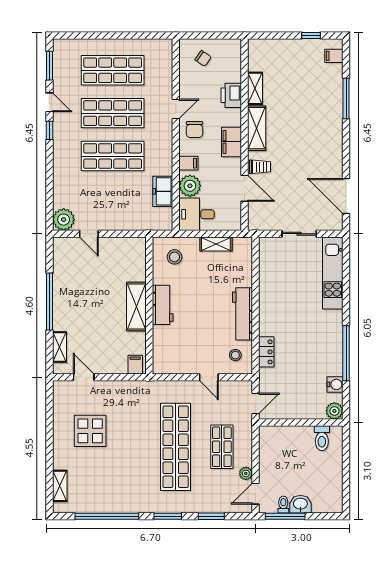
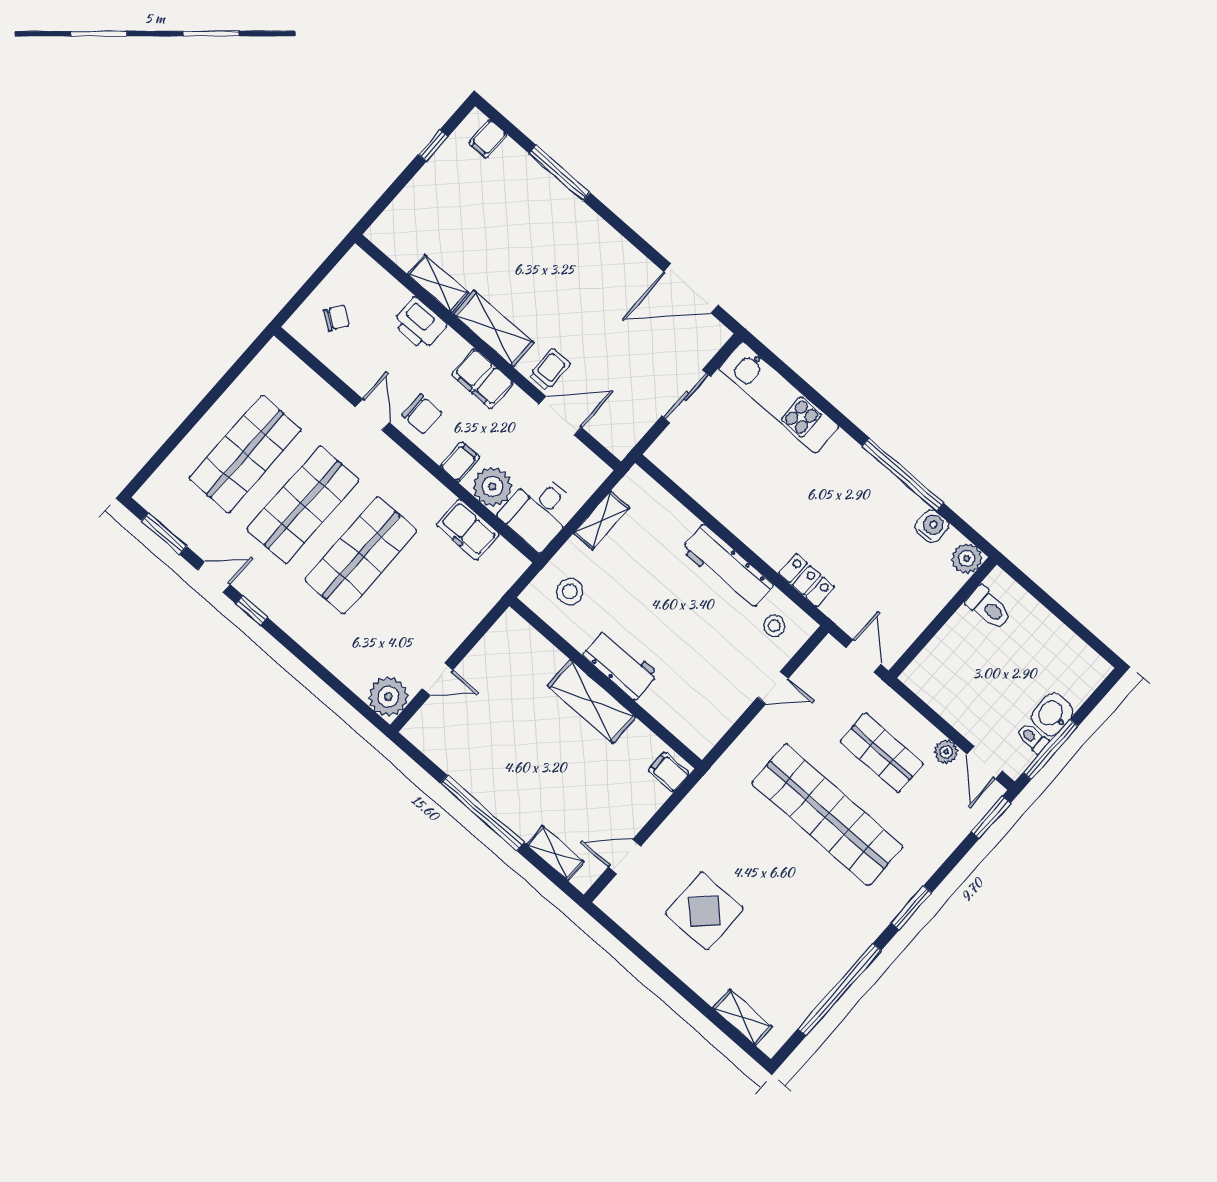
window: (211, 516) -> (991, 817), moved

